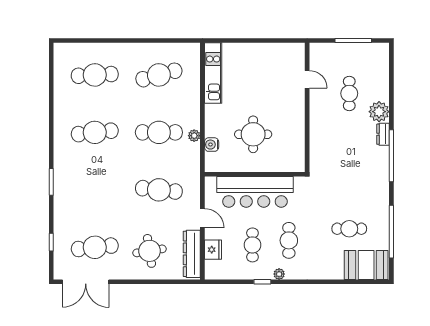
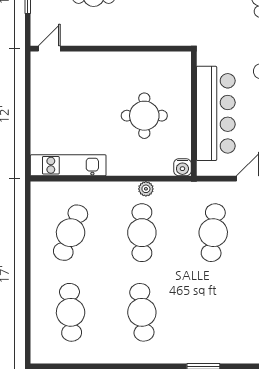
cafe table: (159, 75) -> (71, 233), turned 36
door: (307, 79) -> (49, 49), moved
water cooler: (212, 145) -> (182, 167), moved

